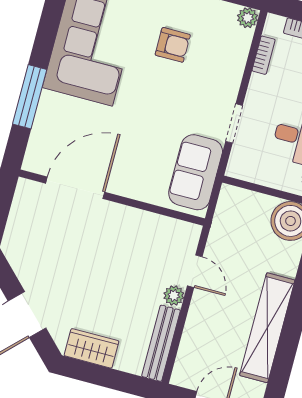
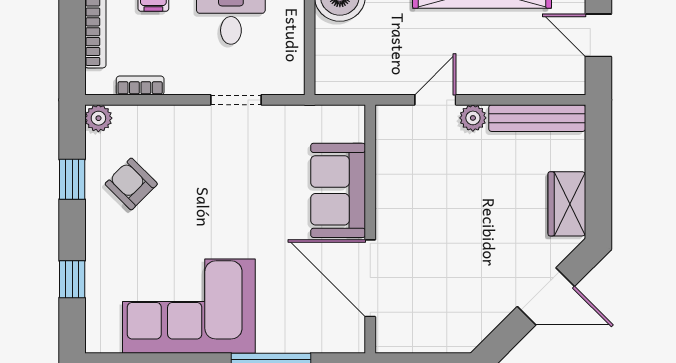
armchair: (173, 45) -> (131, 184), moved, turned -45
sofa: (196, 172) -> (338, 190), moved, turned 90

